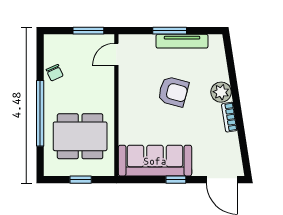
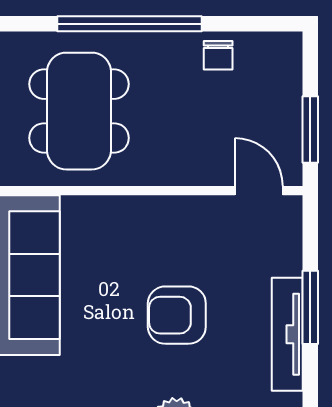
chair: (55, 73) -> (218, 55), turned -66
armchair: (173, 92) -> (177, 315), turned 75

